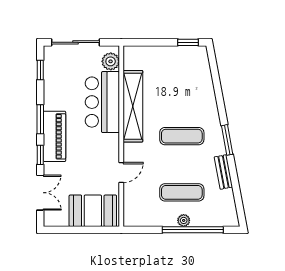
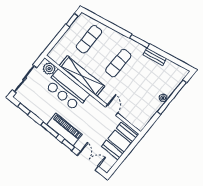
exercise mat: (182, 192) -> (89, 39), moved

